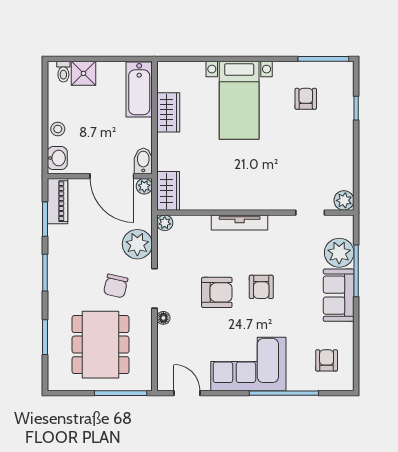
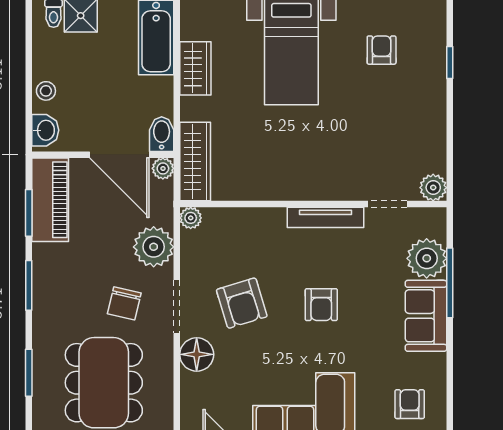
wardrobe: (168, 191) -> (195, 162), width x1.50
piano: (57, 201) -> (50, 200), width x1.37, depth x1.33
tv unit: (240, 222) -> (325, 217), moved
armchair: (217, 292) -> (242, 303), moved, turned 73
floor lamp: (163, 318) -> (197, 354), width x1.89, depth x1.89

